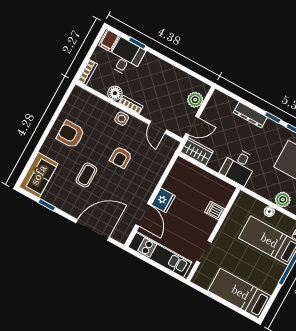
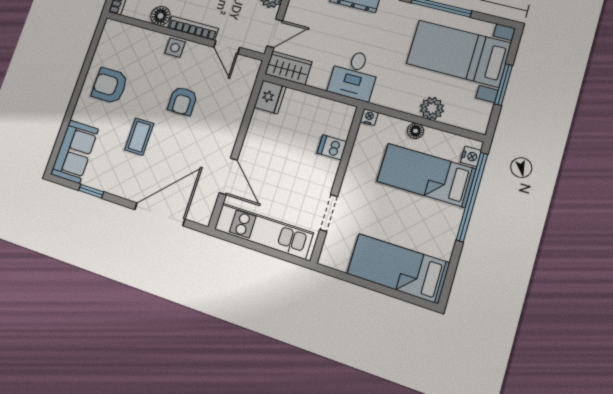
bookcase: (131, 105) -> (193, 28), width x1.56
nightstand: (242, 196) -> (369, 117), added
fridge: (163, 200) -> (270, 97), moved

